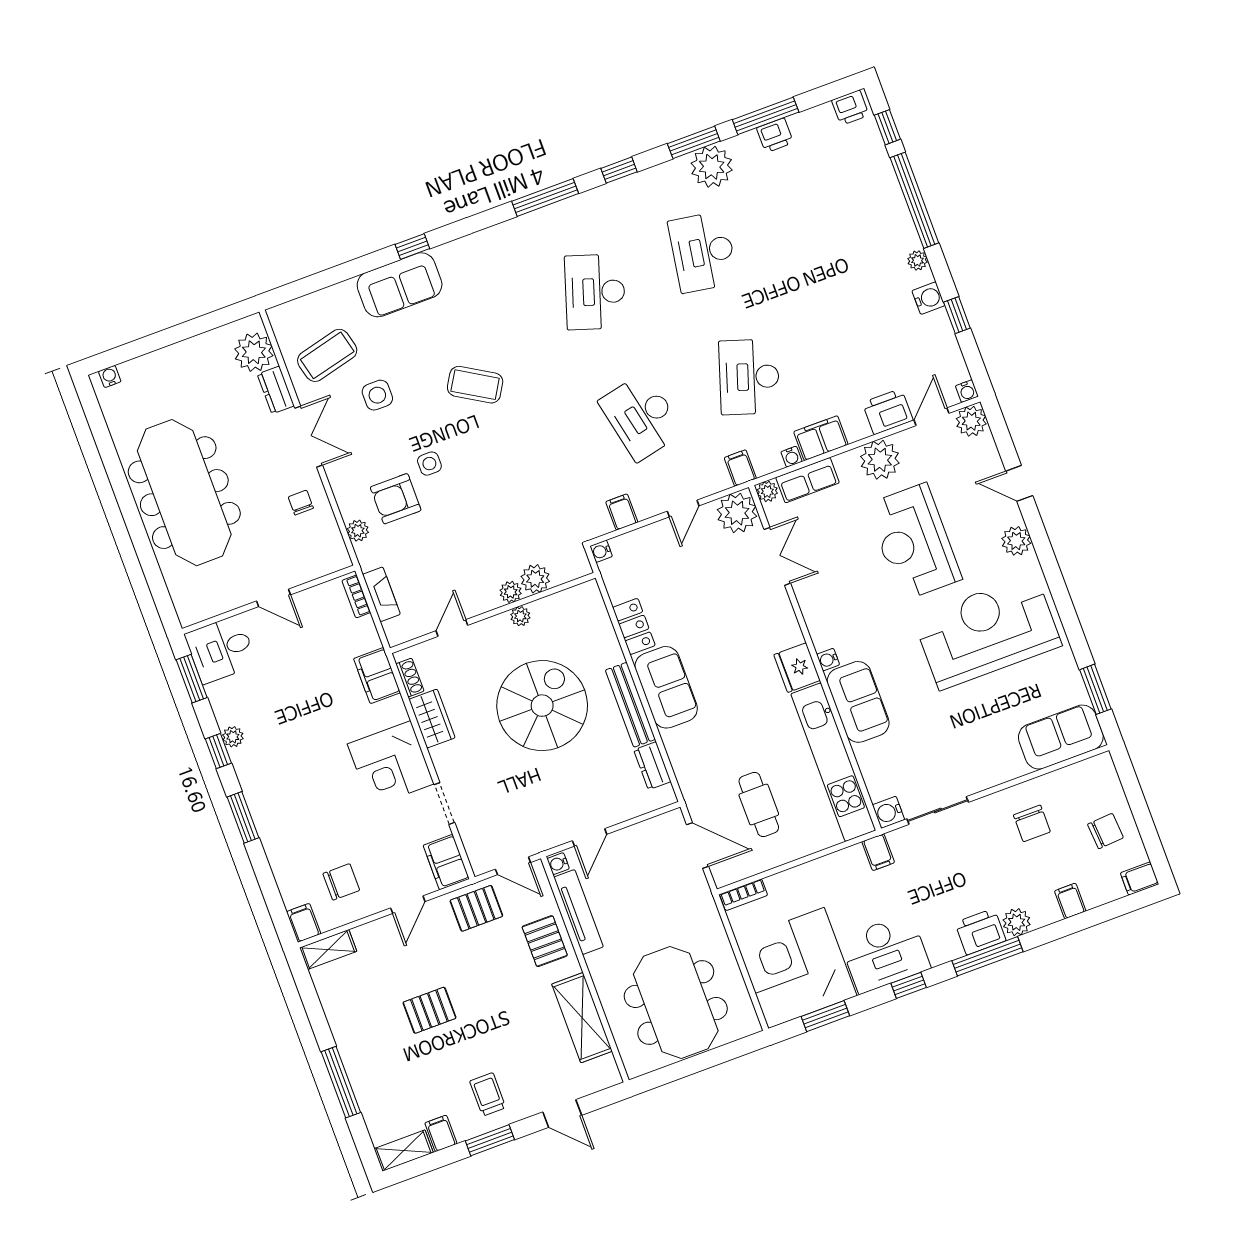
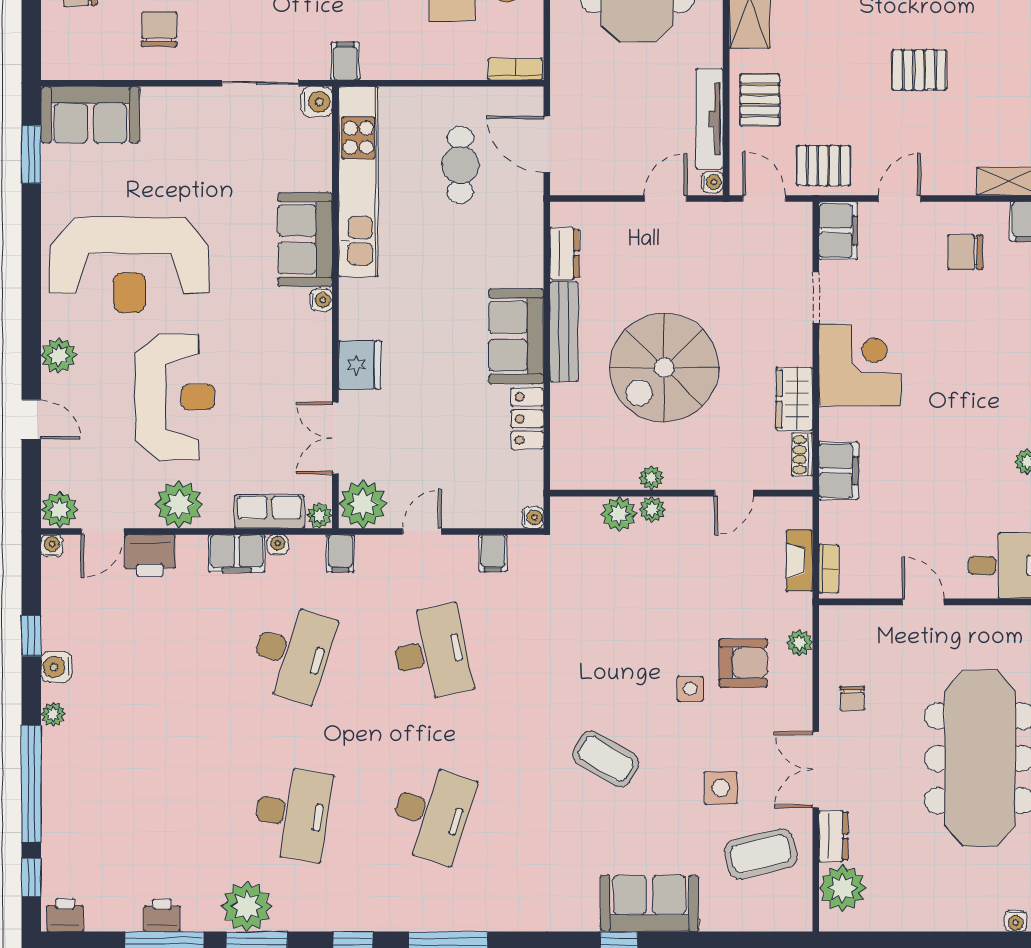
fridge: (797, 668) -> (360, 365), moved

